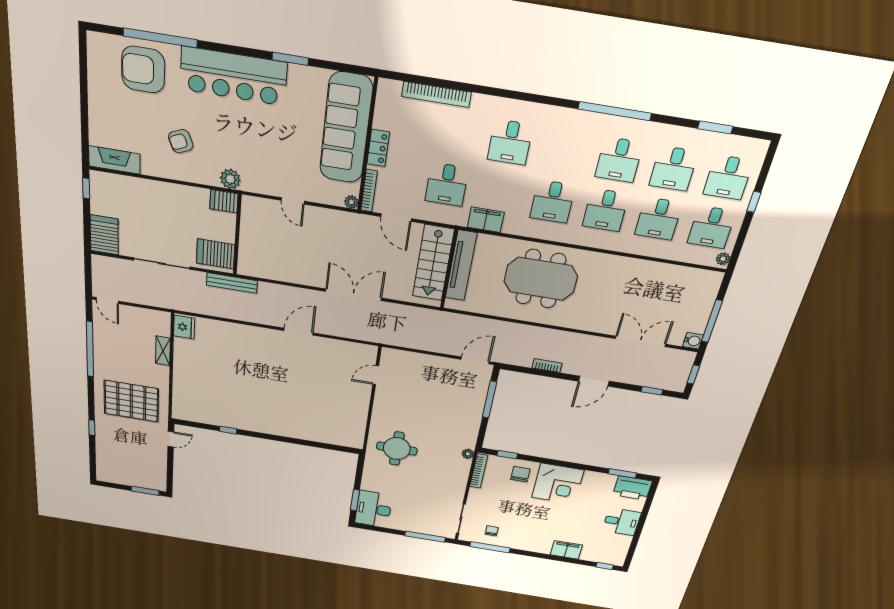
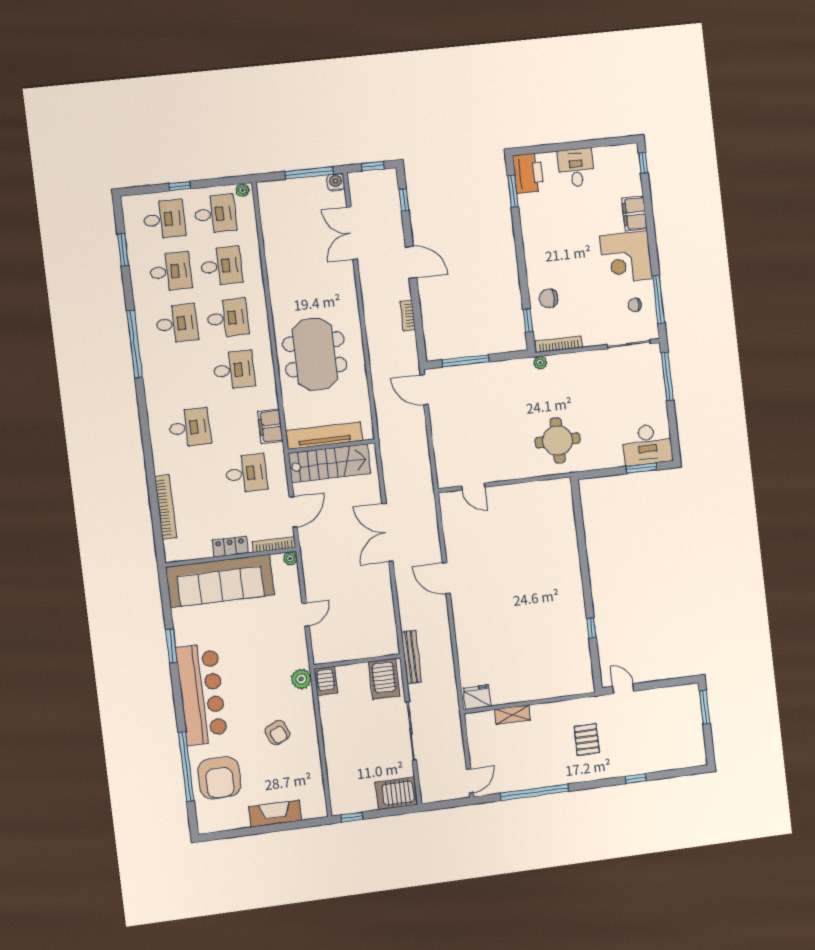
fireplace: (114, 160) -> (275, 814), moved, turned 90
pallet: (131, 401) -> (587, 739), width x0.49, depth x0.50
corner desk: (558, 484) -> (626, 257), moved, turned 180

